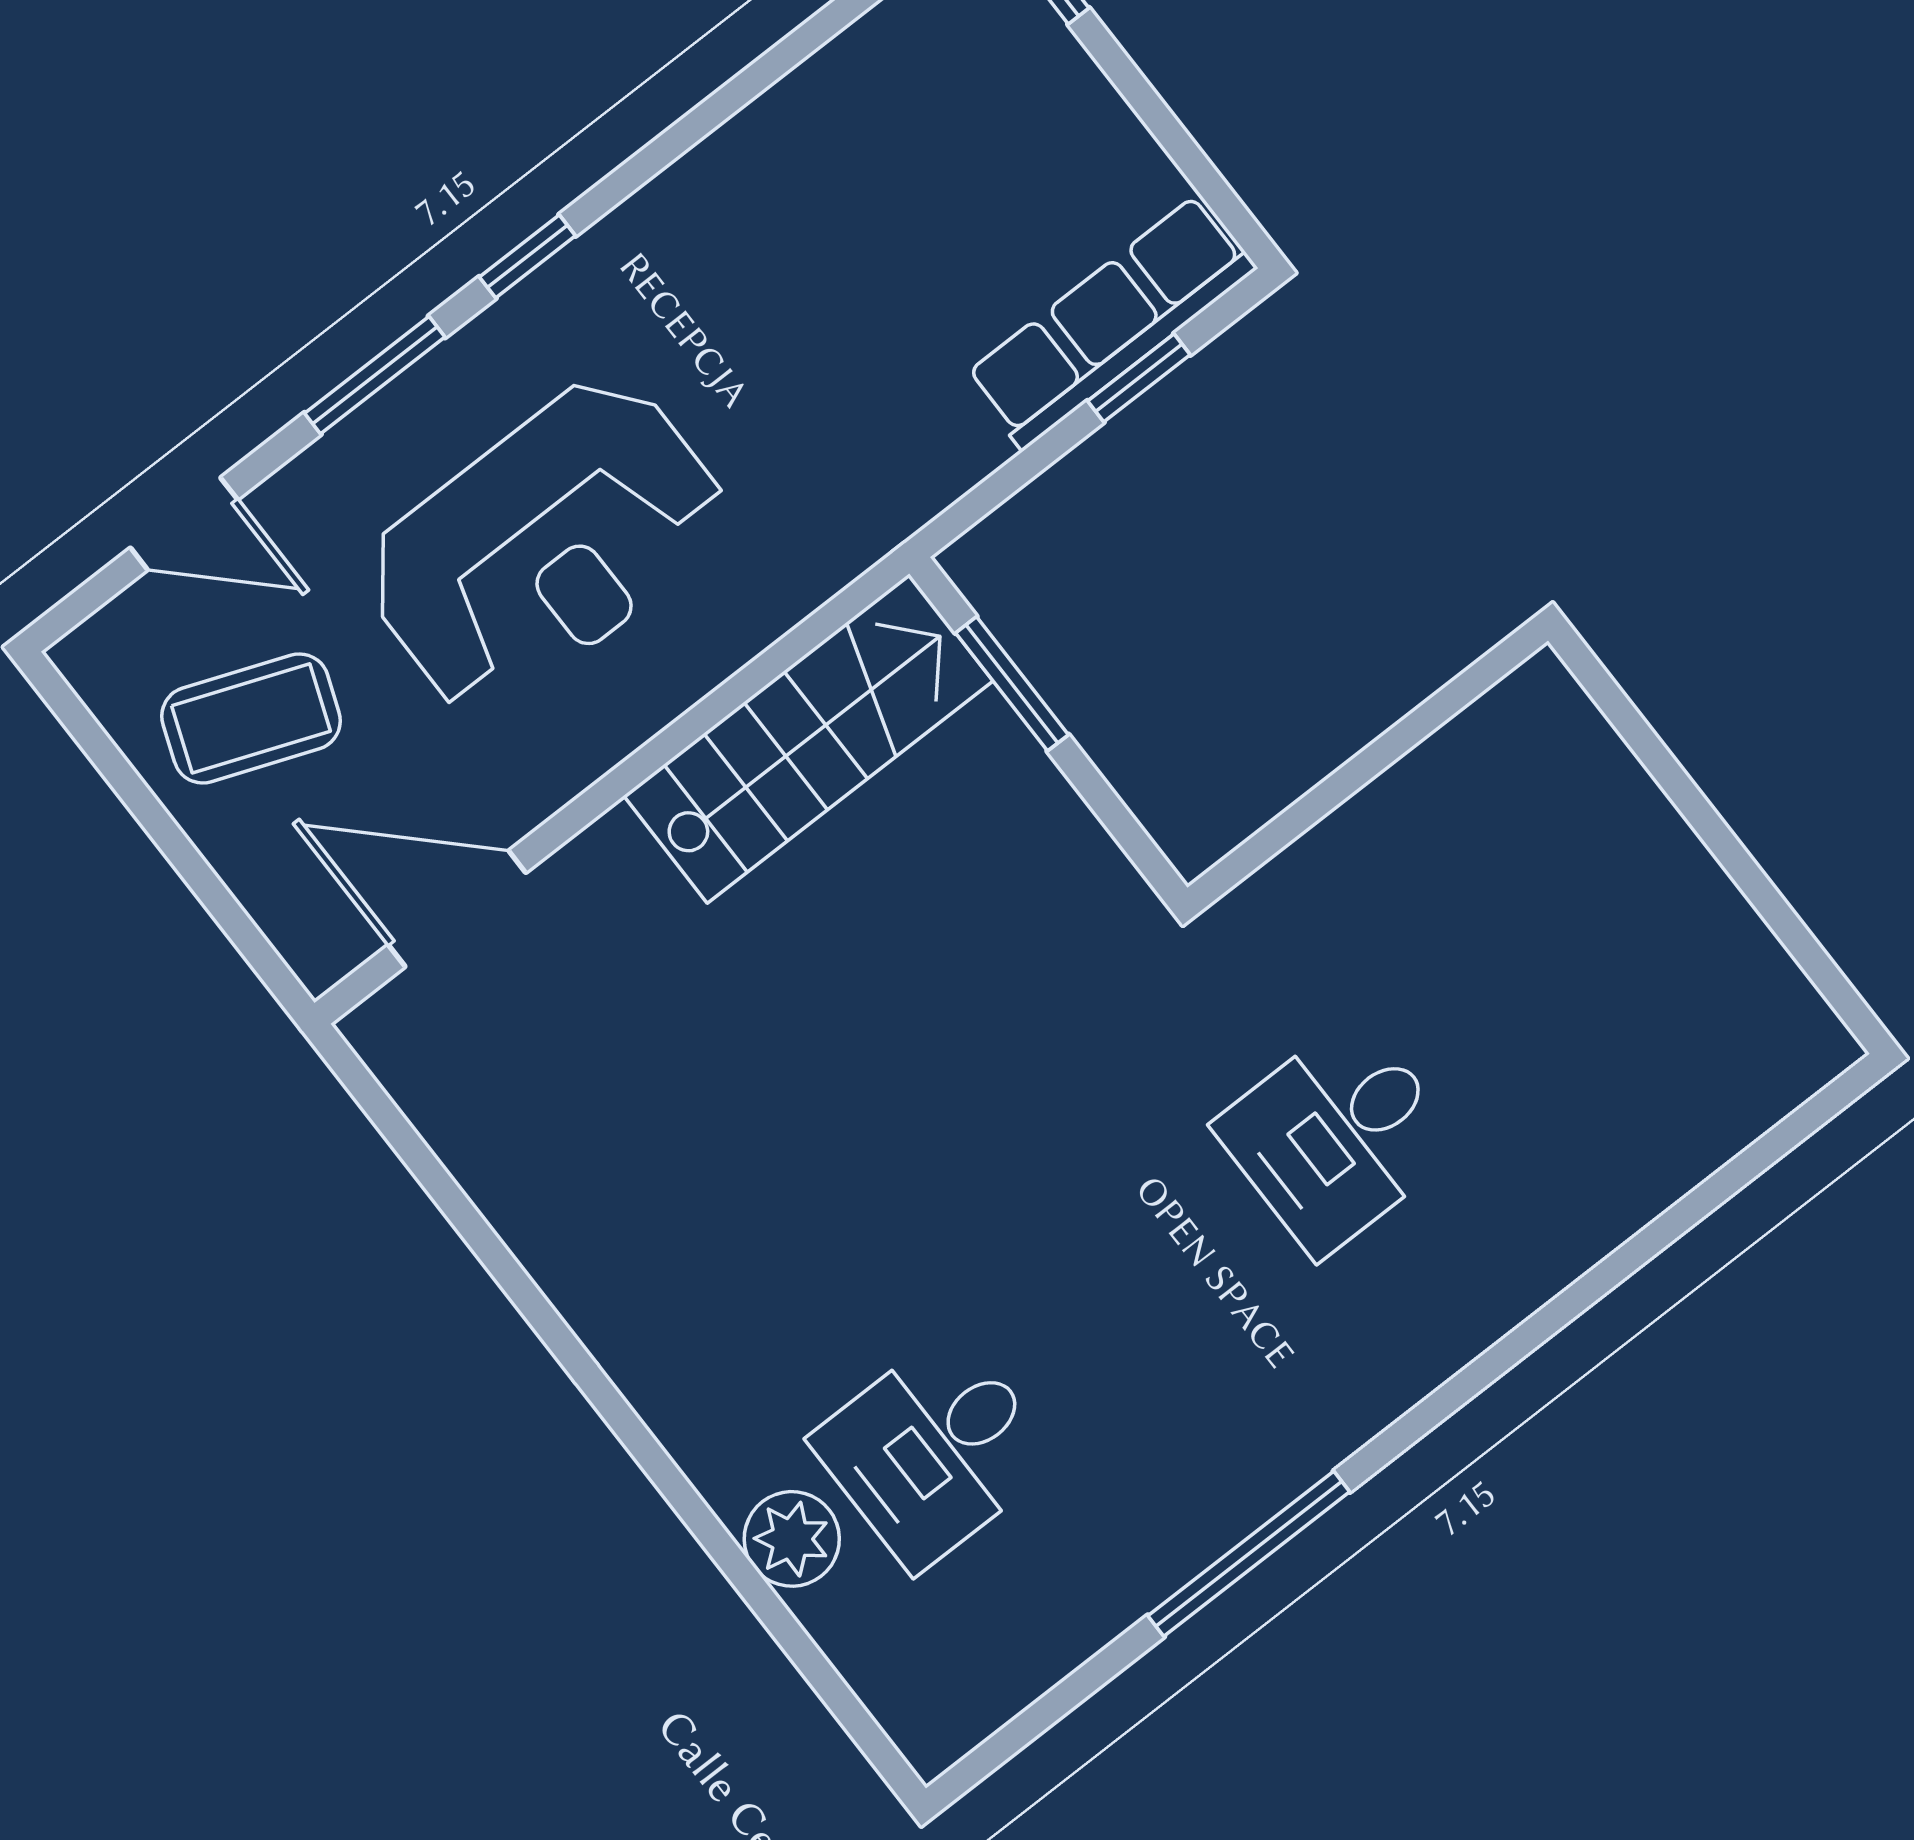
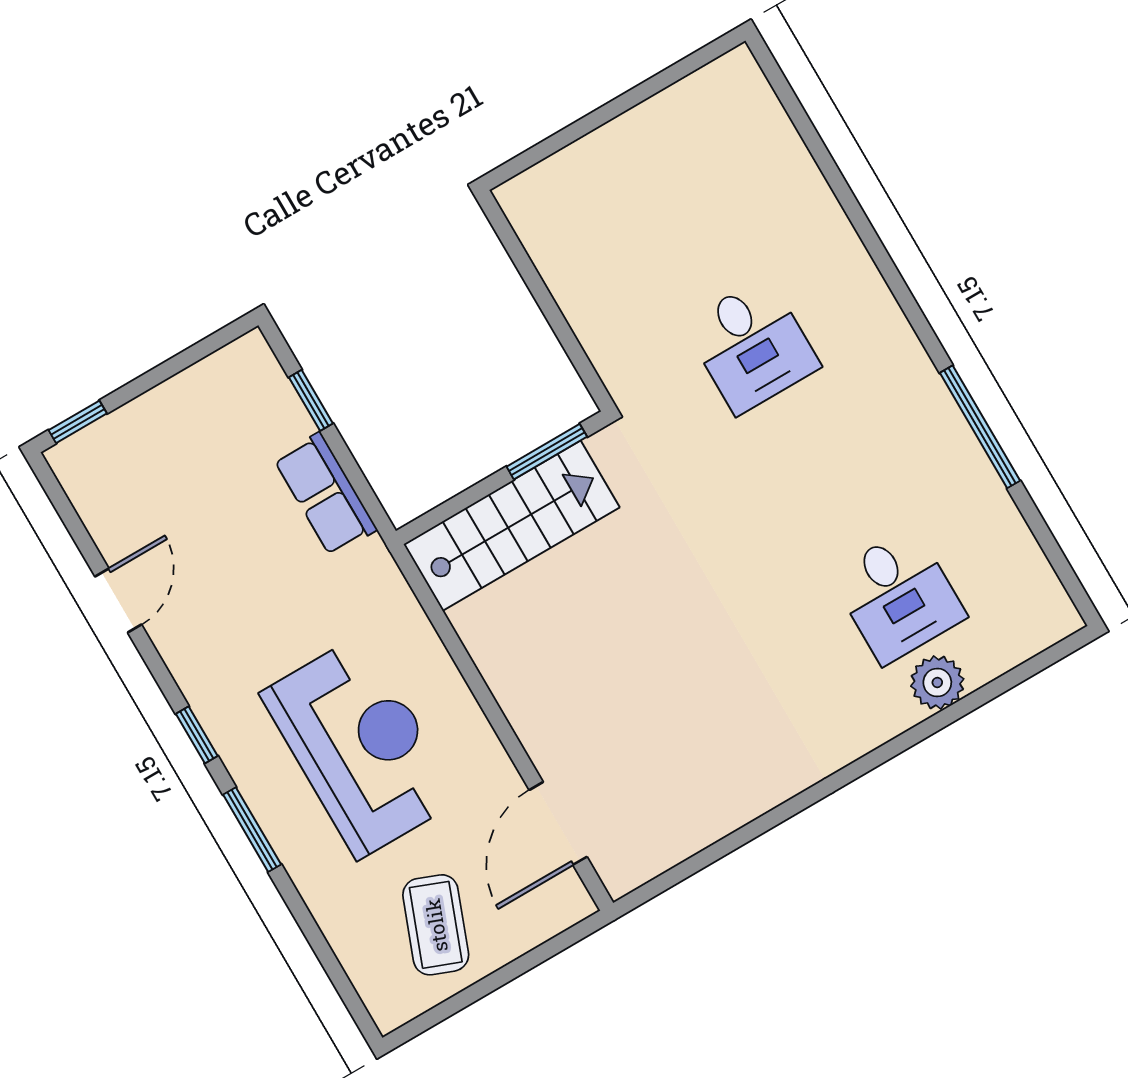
row of seats: (1111, 322) -> (325, 494), moved, width x0.68
door: (184, 524) -> (118, 601), moved
window: (1012, 684) -> (547, 452), moved
stairs: (808, 738) -> (512, 526), moved, turned 90

